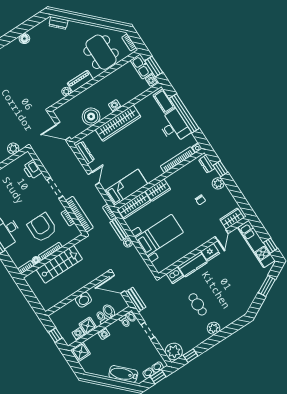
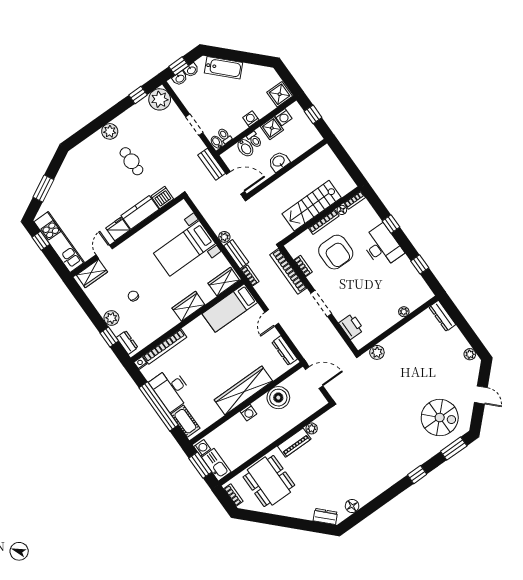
floor lamp: (24, 39) -> (352, 506), moved
wardrobe: (134, 205) -> (224, 282), width x0.67

